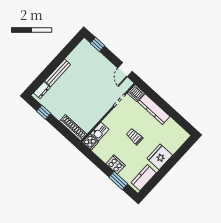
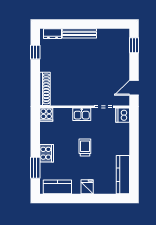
kitchen counter: (154, 109) -> (123, 175), moved
kitchen sink: (100, 131) -> (82, 114), moved
fridge: (160, 157) -> (87, 187), width x0.53, depth x0.75

